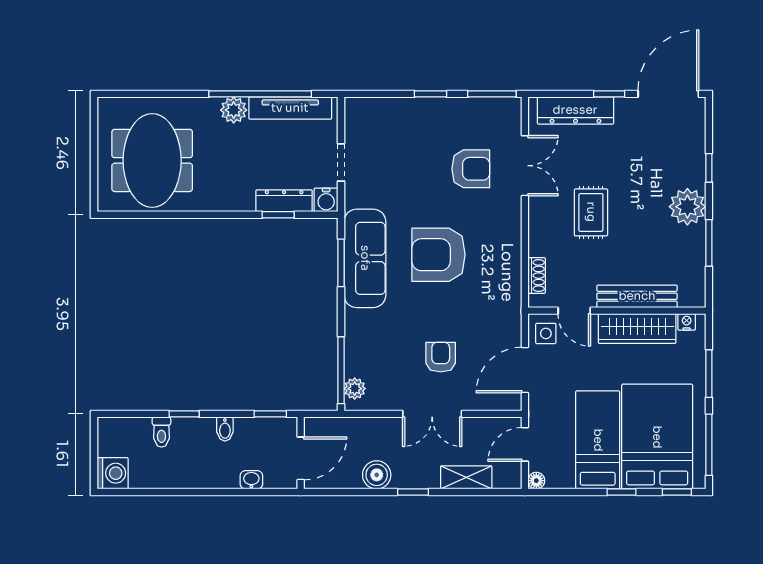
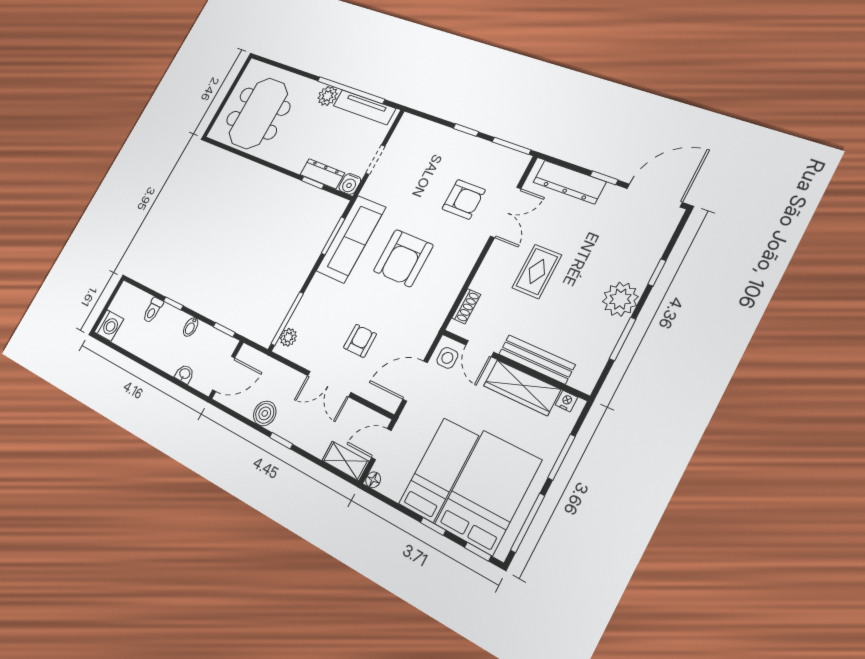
armchair: (439, 255) -> (403, 258), turned -90
shelving: (466, 477) -> (345, 461), moved

